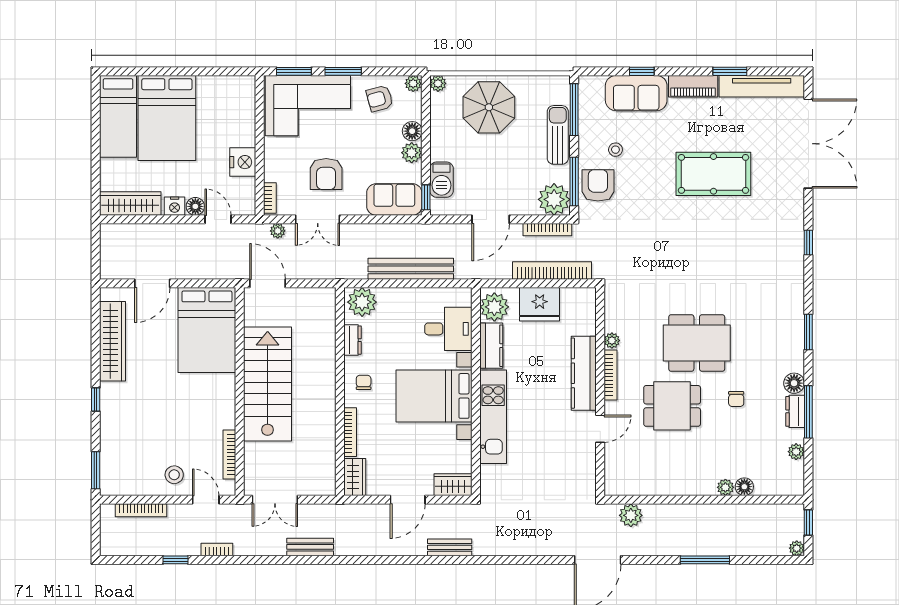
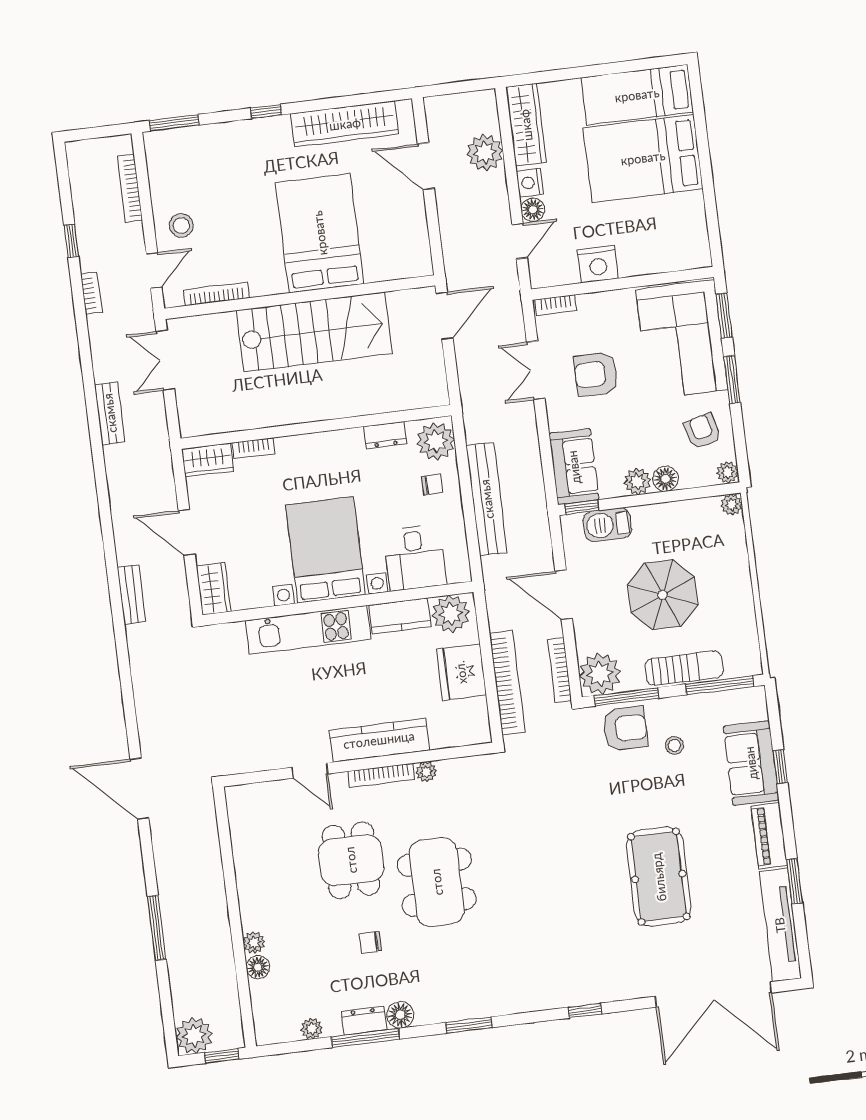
parasol: (489, 107) -> (663, 595), moved
plant: (278, 231) -> (485, 153), moved, width x1.88, depth x1.88
bed: (207, 330) -> (320, 233), moved, turned 90
chair: (364, 382) -> (432, 484), moved
bookcase: (350, 432) -> (254, 448), width x0.64
plant: (631, 515) -> (202, 824), removed
plant: (797, 548) -> (194, 1035), width x1.88, depth x1.88

